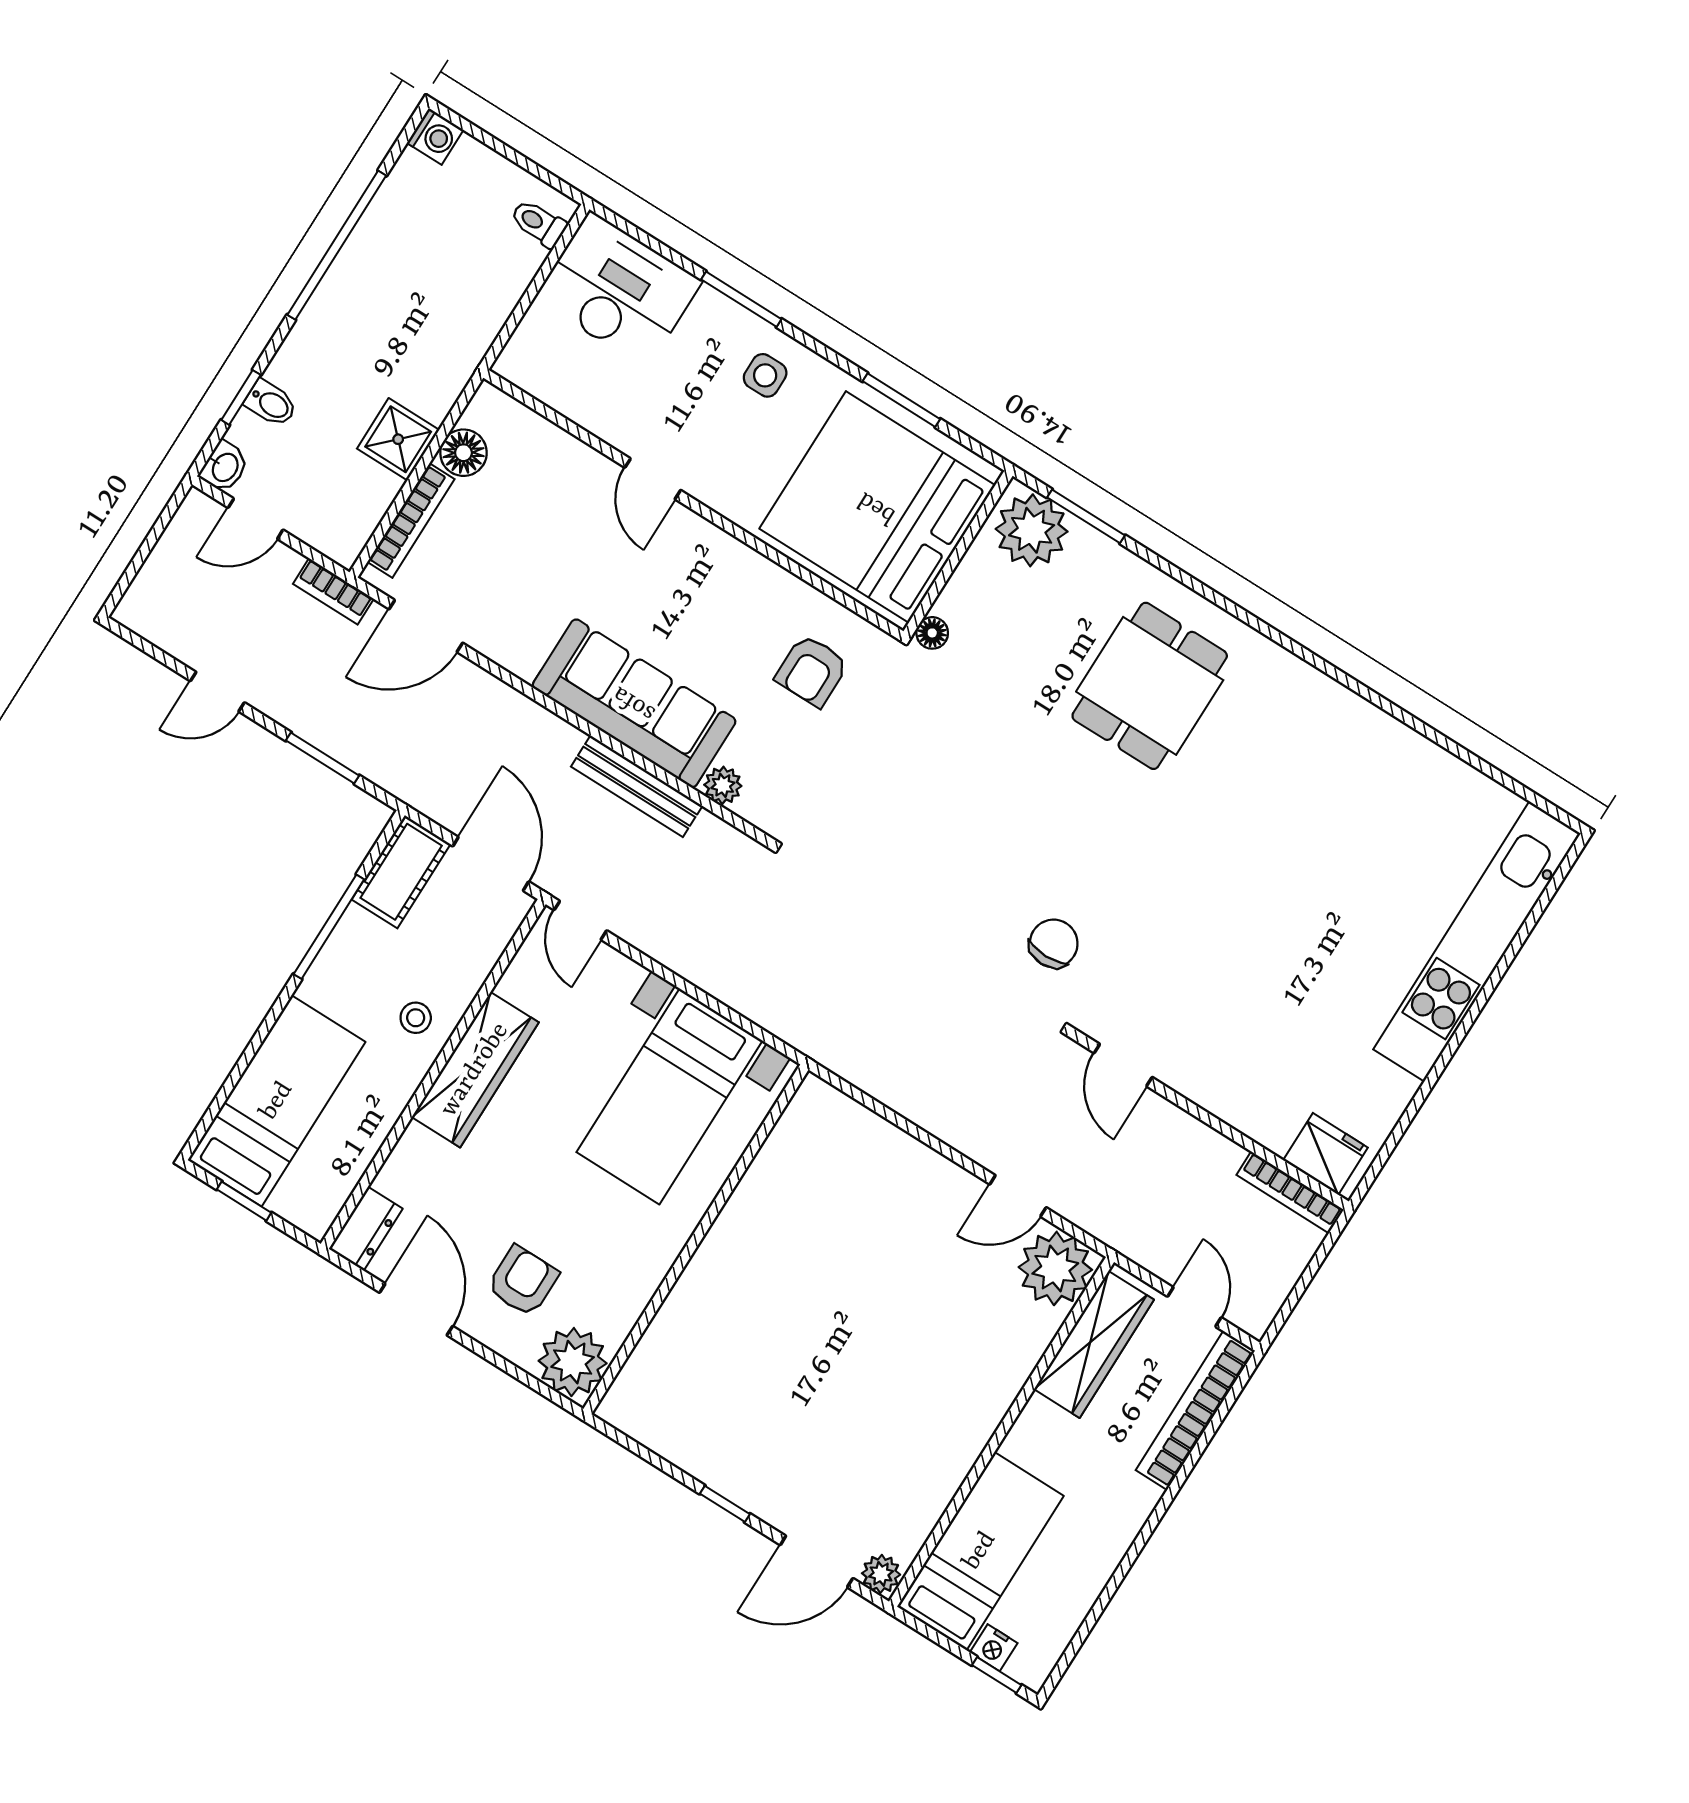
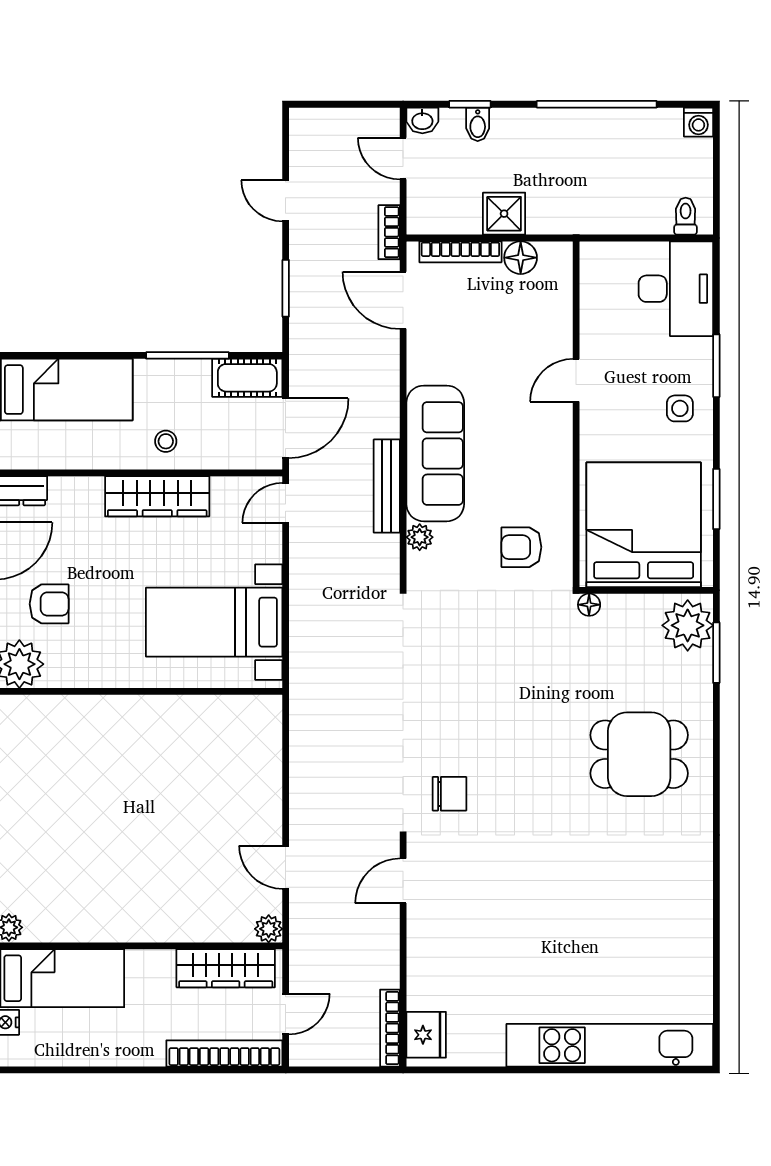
plant: (1055, 1268) -> (269, 929), width x0.53, depth x0.53

